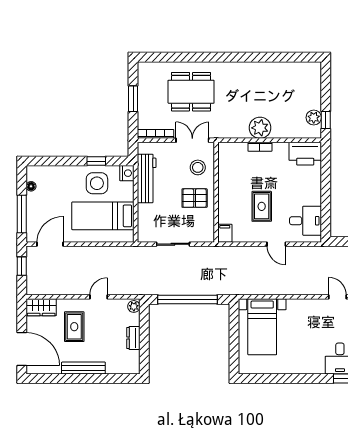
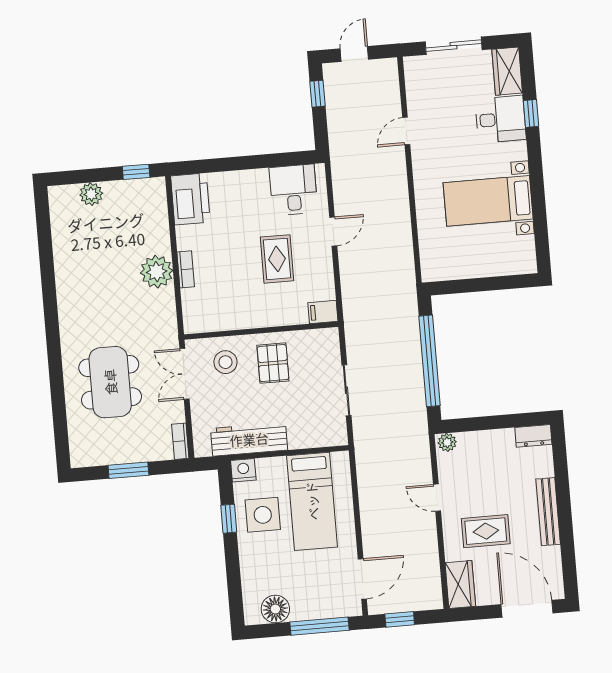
plant: (314, 118) -> (91, 194), moved
bookcase: (155, 134) -> (180, 441), width x0.64
floor lamp: (31, 186) -> (275, 609), width x1.89, depth x1.89
rug: (262, 206) -> (277, 259), turned 90
door: (50, 244) -> (362, 579), swing flipped
bed with nightstands: (262, 327) -> (488, 201), moved, turned 180
dresser: (133, 338) -> (533, 436), moved
door: (22, 349) -> (527, 609), hinge flipped

